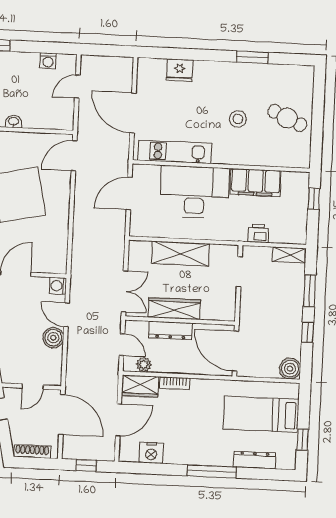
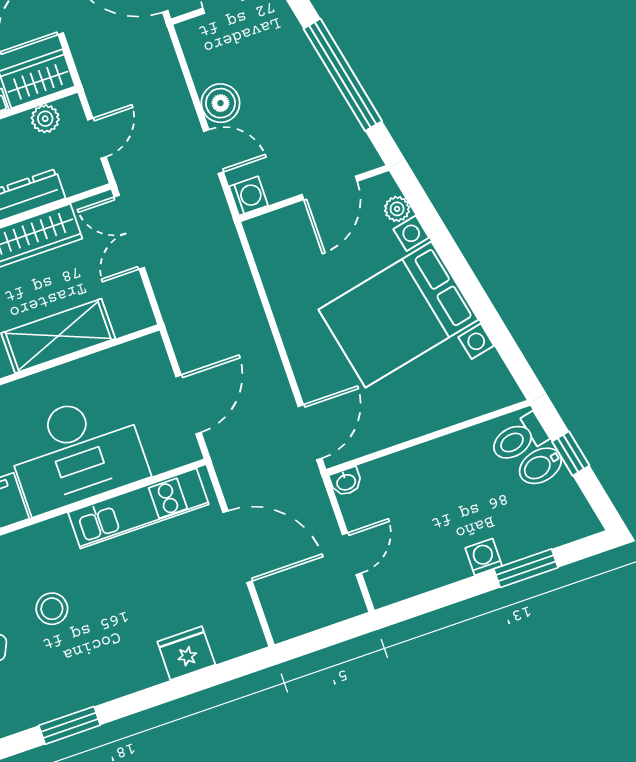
washing machine: (48, 61) -> (484, 557), moved
washbasin: (13, 121) -> (346, 482), moved
door: (122, 345) -> (97, 138), swing flipped

